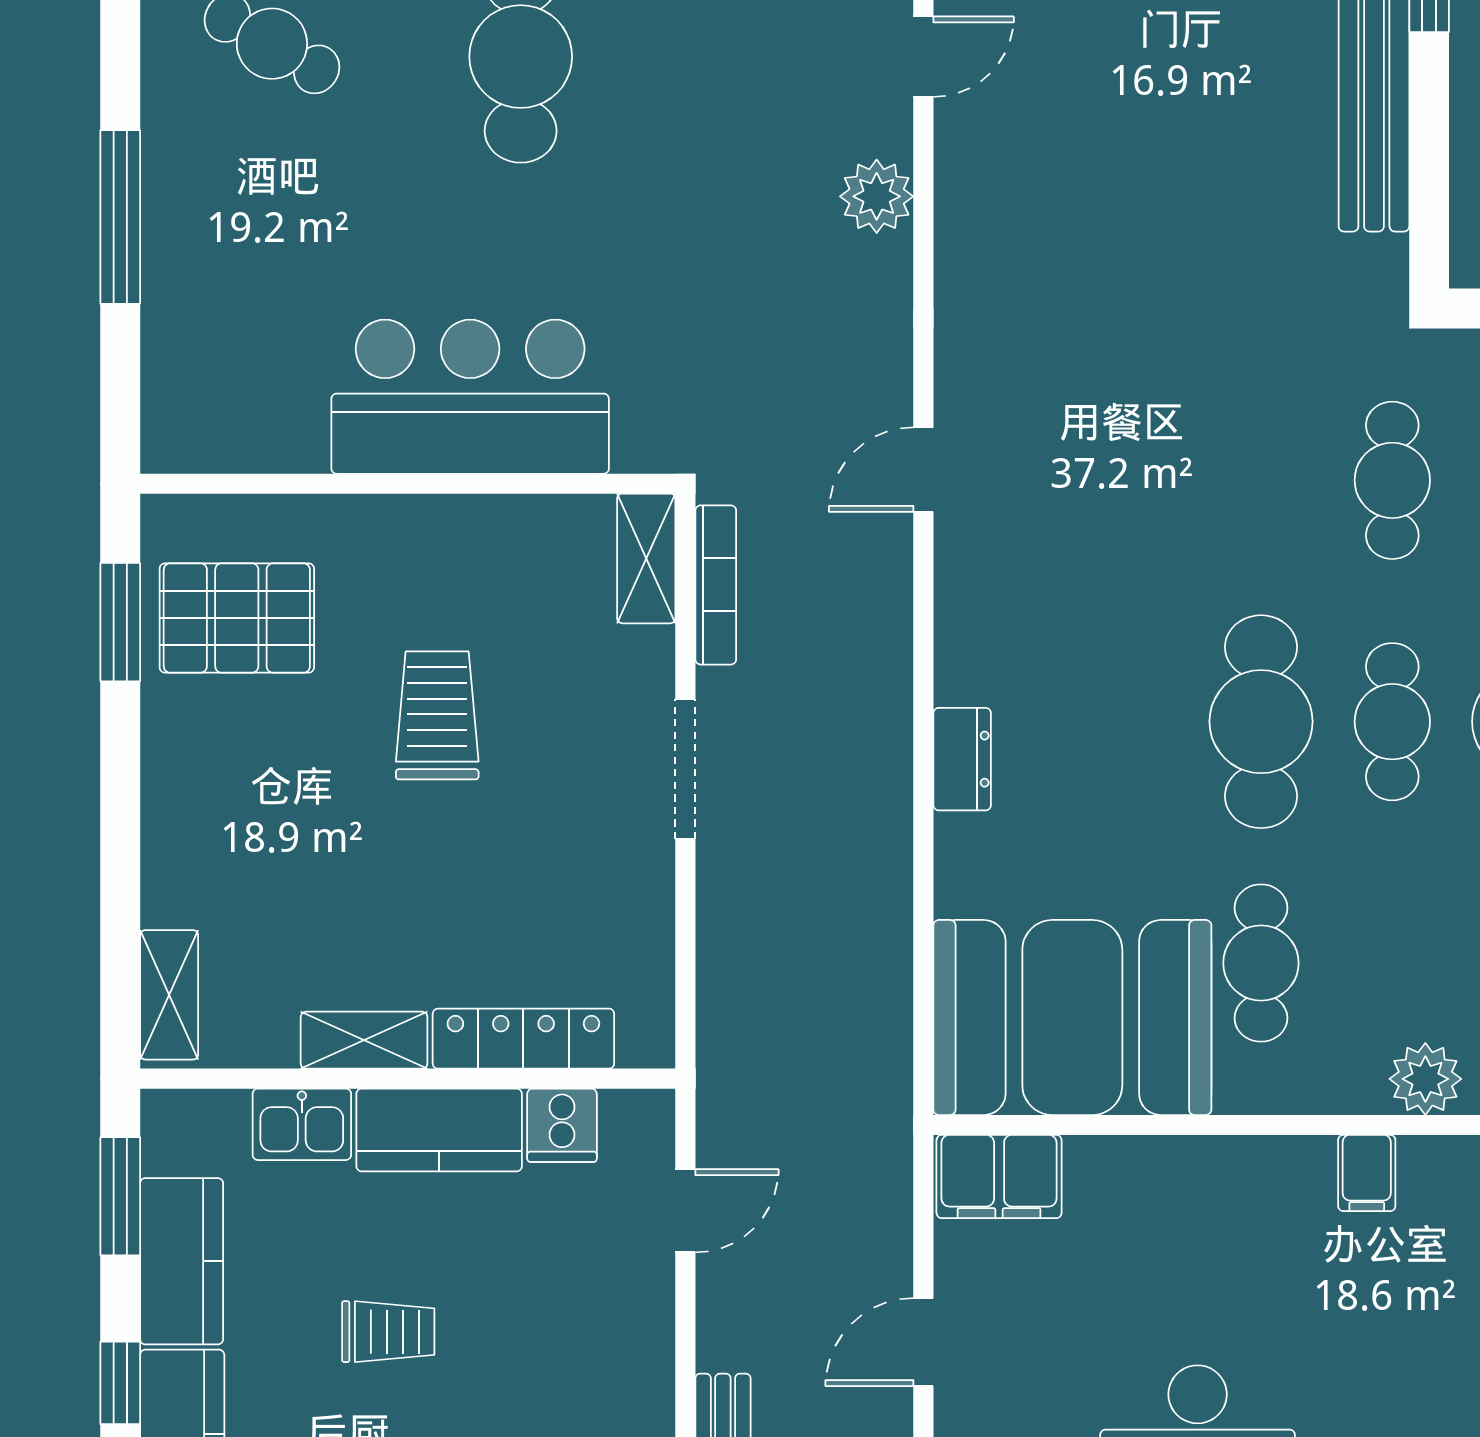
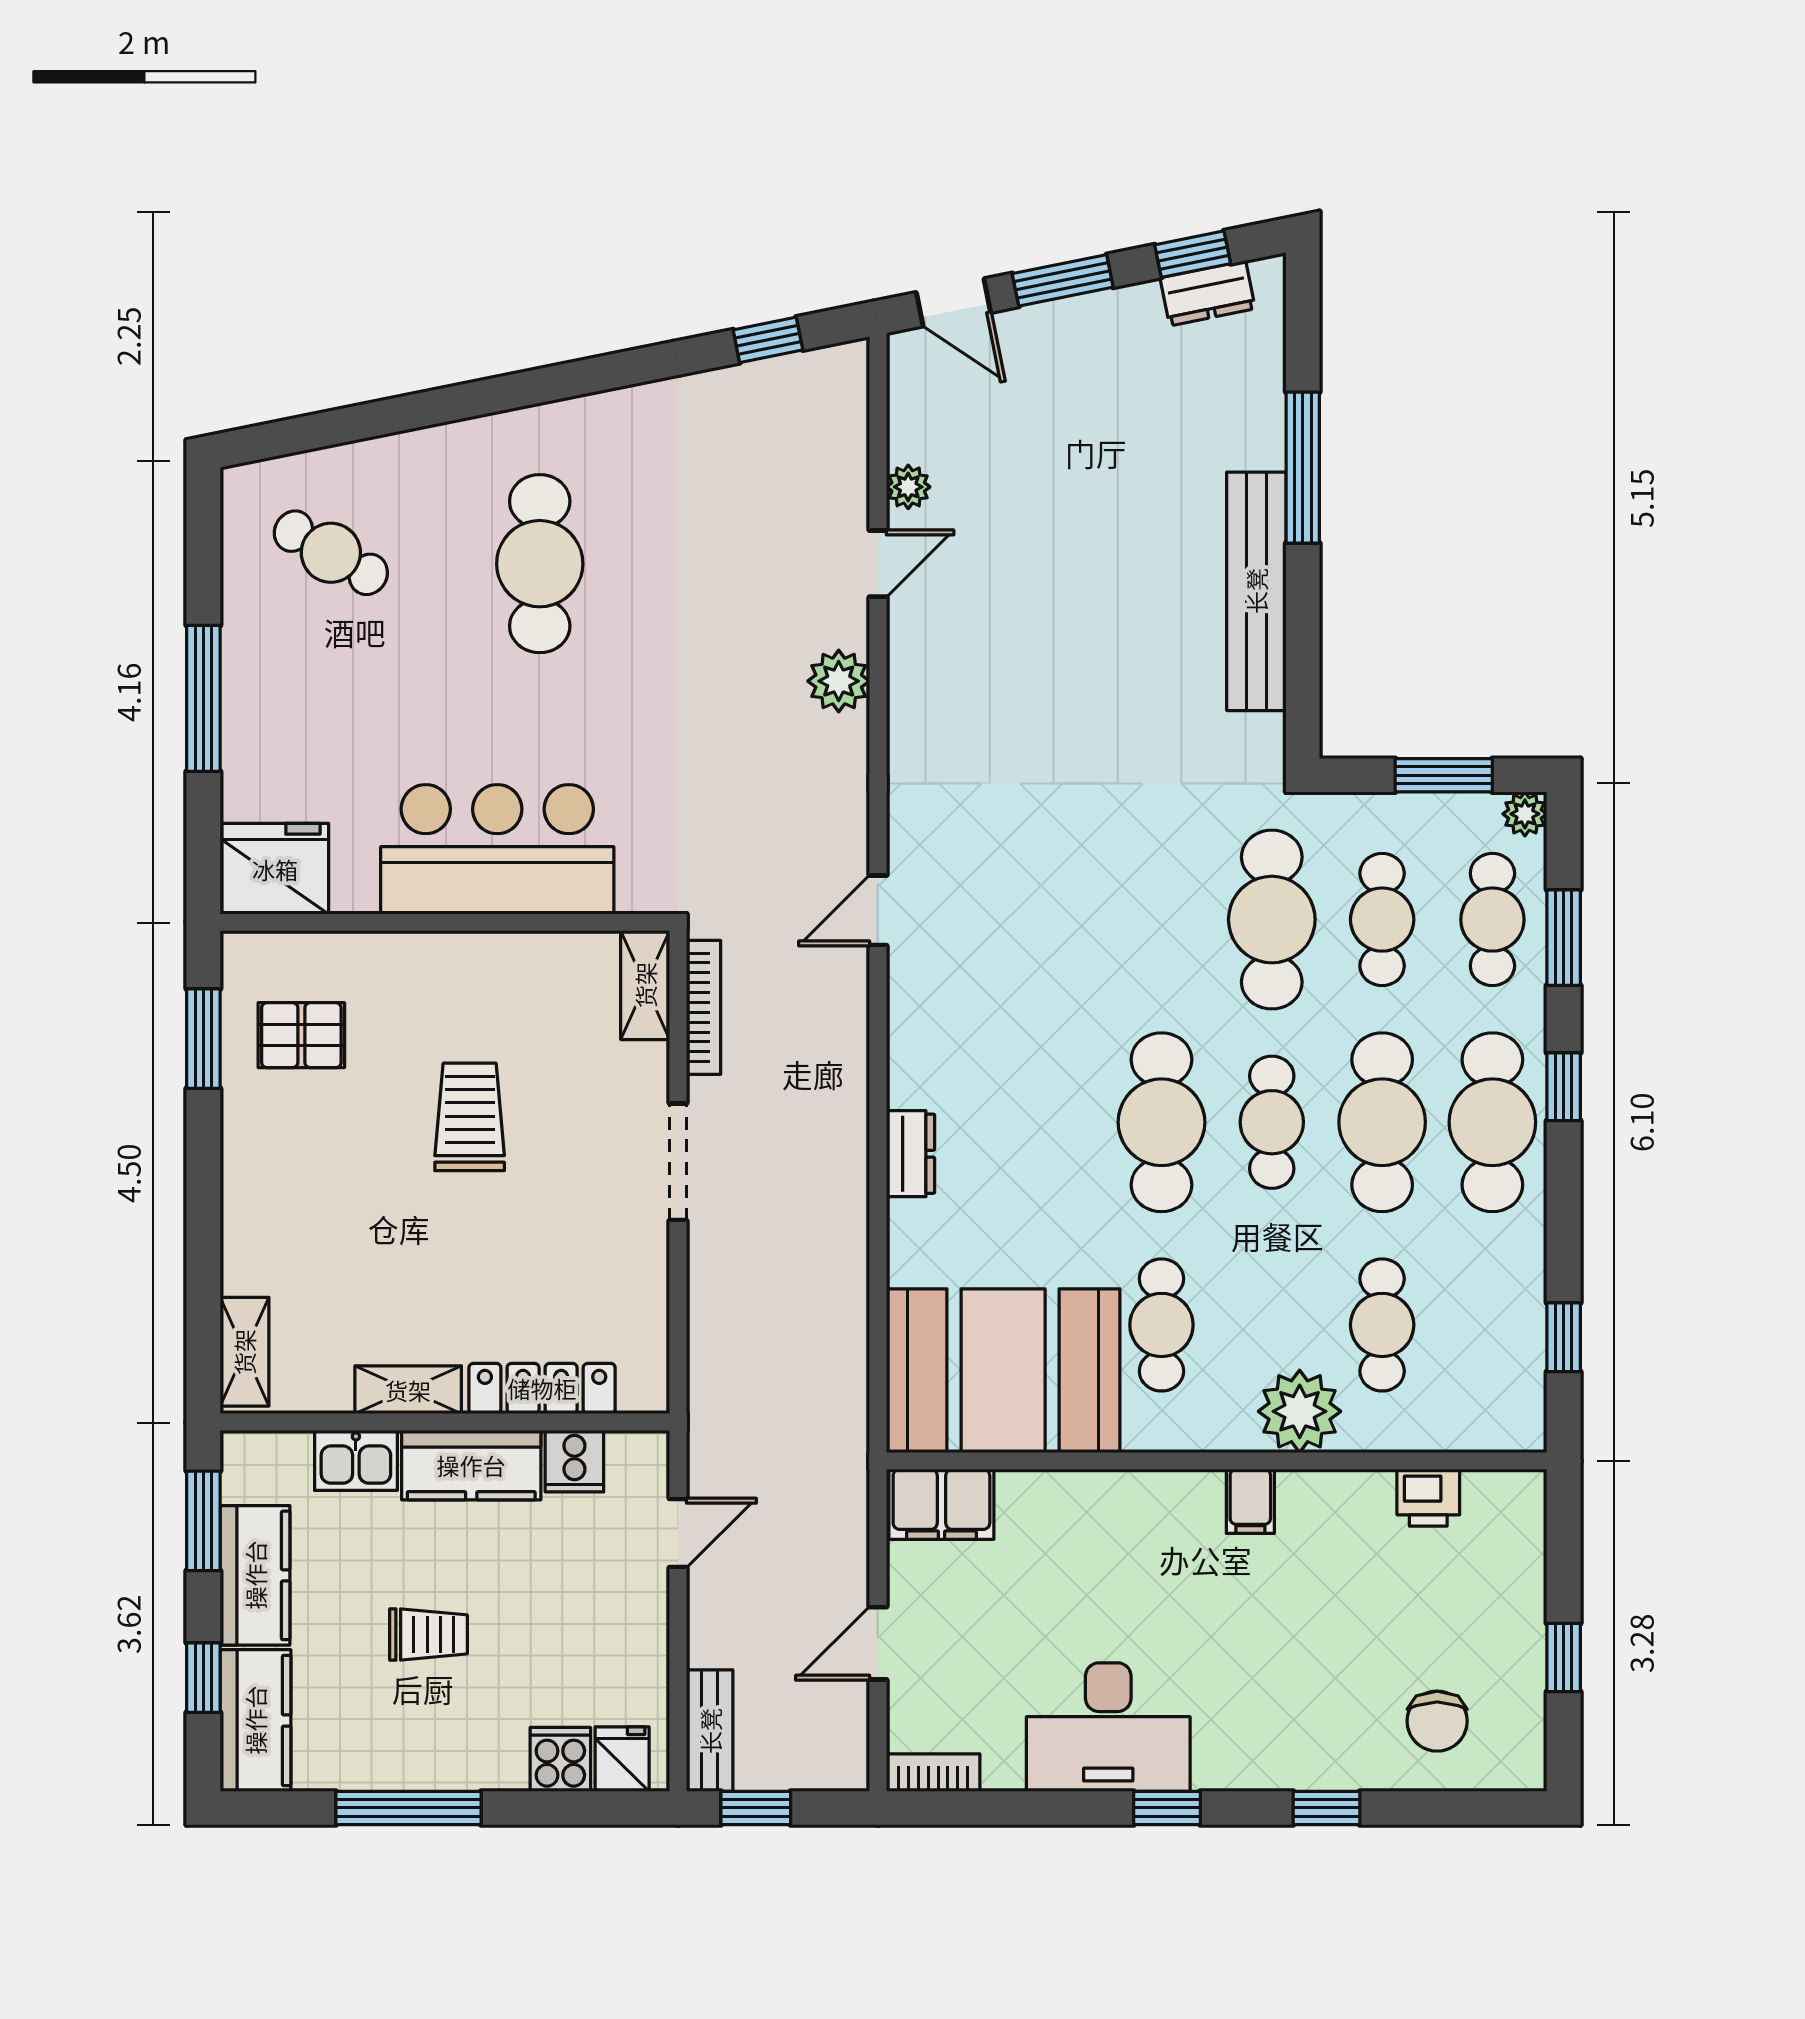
fridge: (206, 420) -> (275, 869), added
cafe table: (1392, 480) -> (1272, 920), width x1.37, depth x1.35
pallet: (237, 618) -> (301, 1035), width x0.67, depth x0.71
plant: (1425, 1079) -> (1300, 1411), width x1.36, depth x1.36

